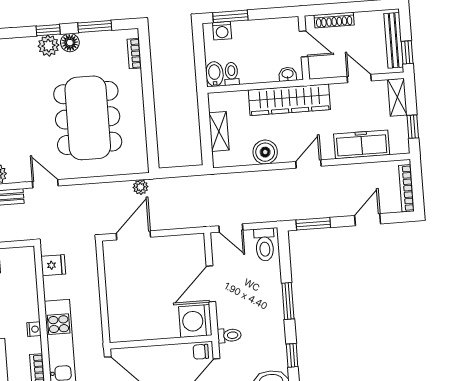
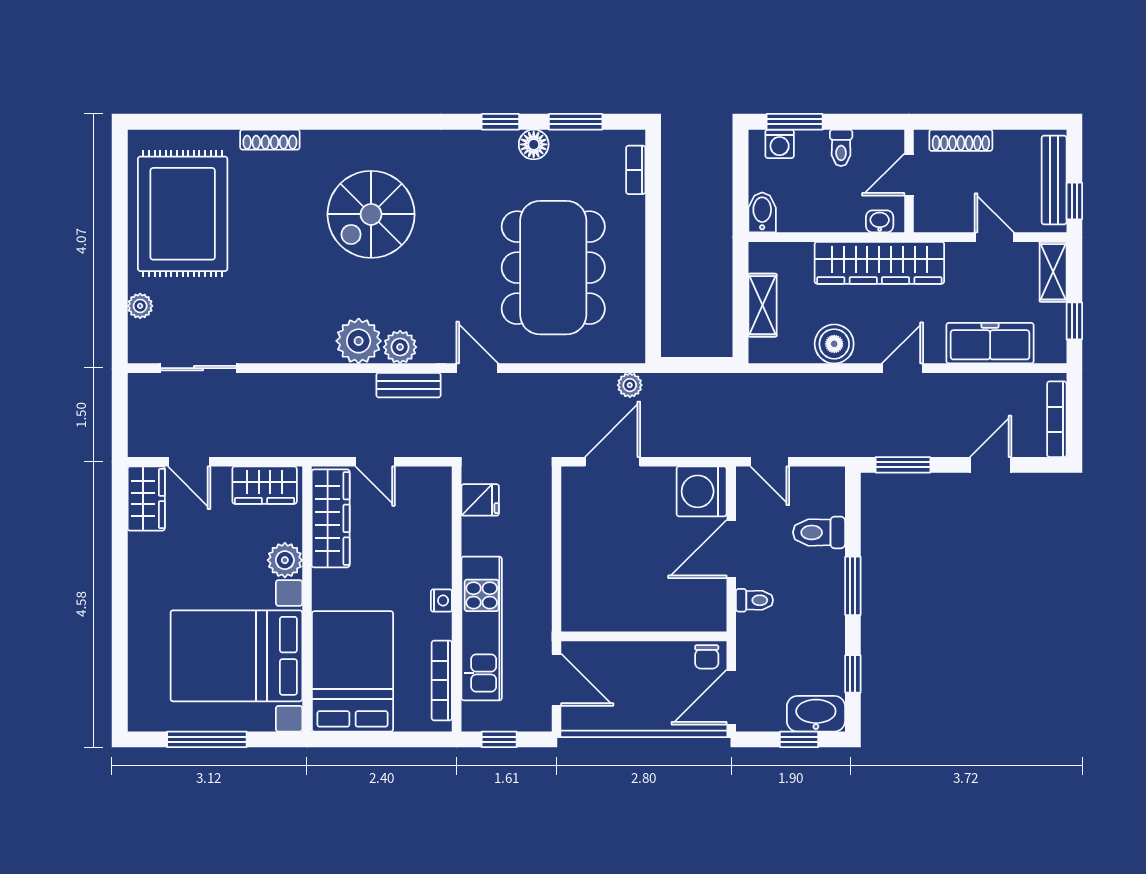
door: (304, 44) -> (909, 175), swing flipped
plant: (48, 46) -> (499, 147), removed
toilet: (232, 74) -> (841, 148), moved, turned 180
toilet: (265, 245) -> (819, 532), moved, turned 90
washing machine: (195, 321) -> (702, 491), moved
toilet: (229, 335) -> (755, 600), moved
chair: (201, 352) -> (707, 657), turned -90

